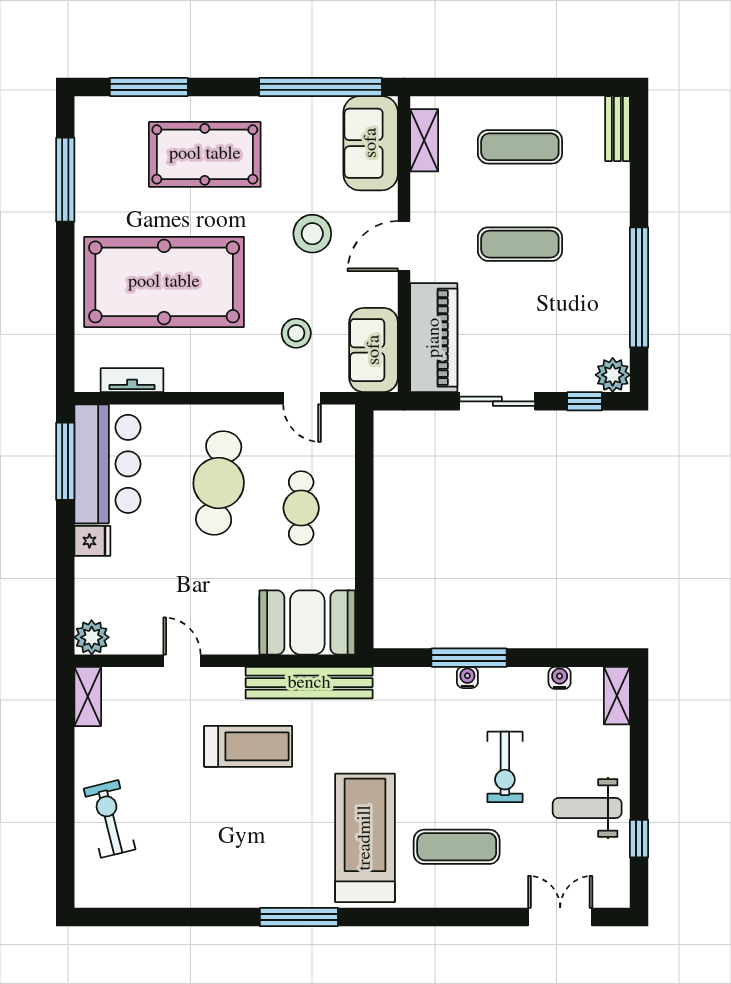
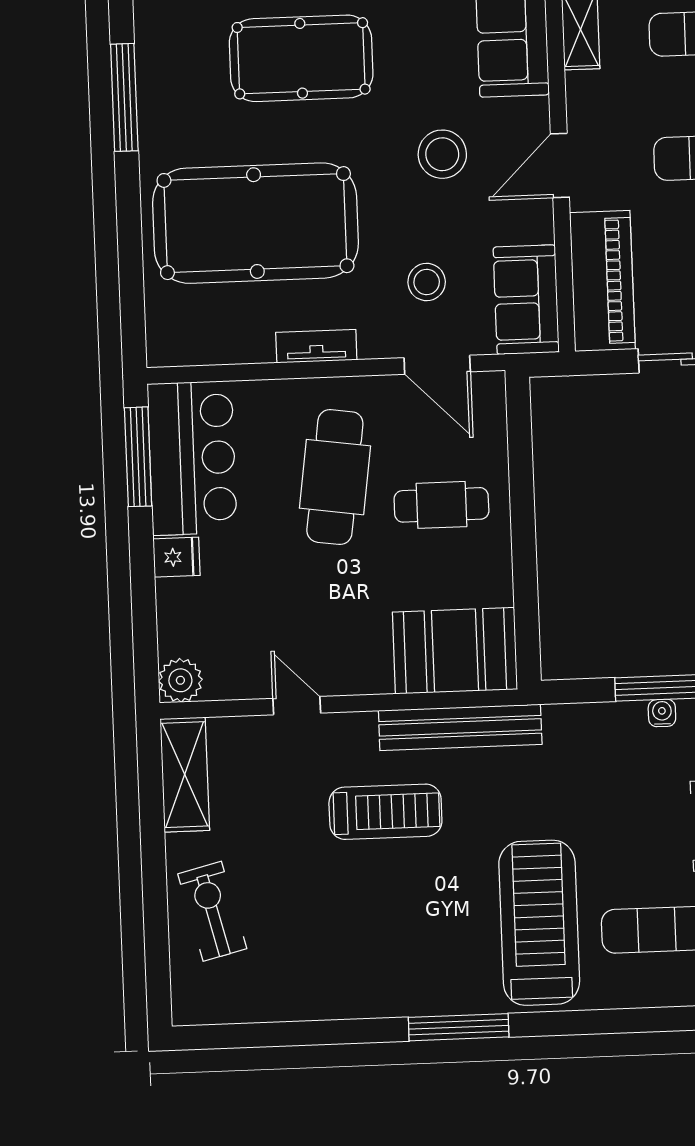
tv unit: (132, 380) -> (316, 346), moved
door: (302, 398) -> (437, 365), width x1.38
cafe table: (301, 508) -> (441, 505), turned 90
shelving: (88, 696) -> (185, 775), width x1.50, depth x1.33

